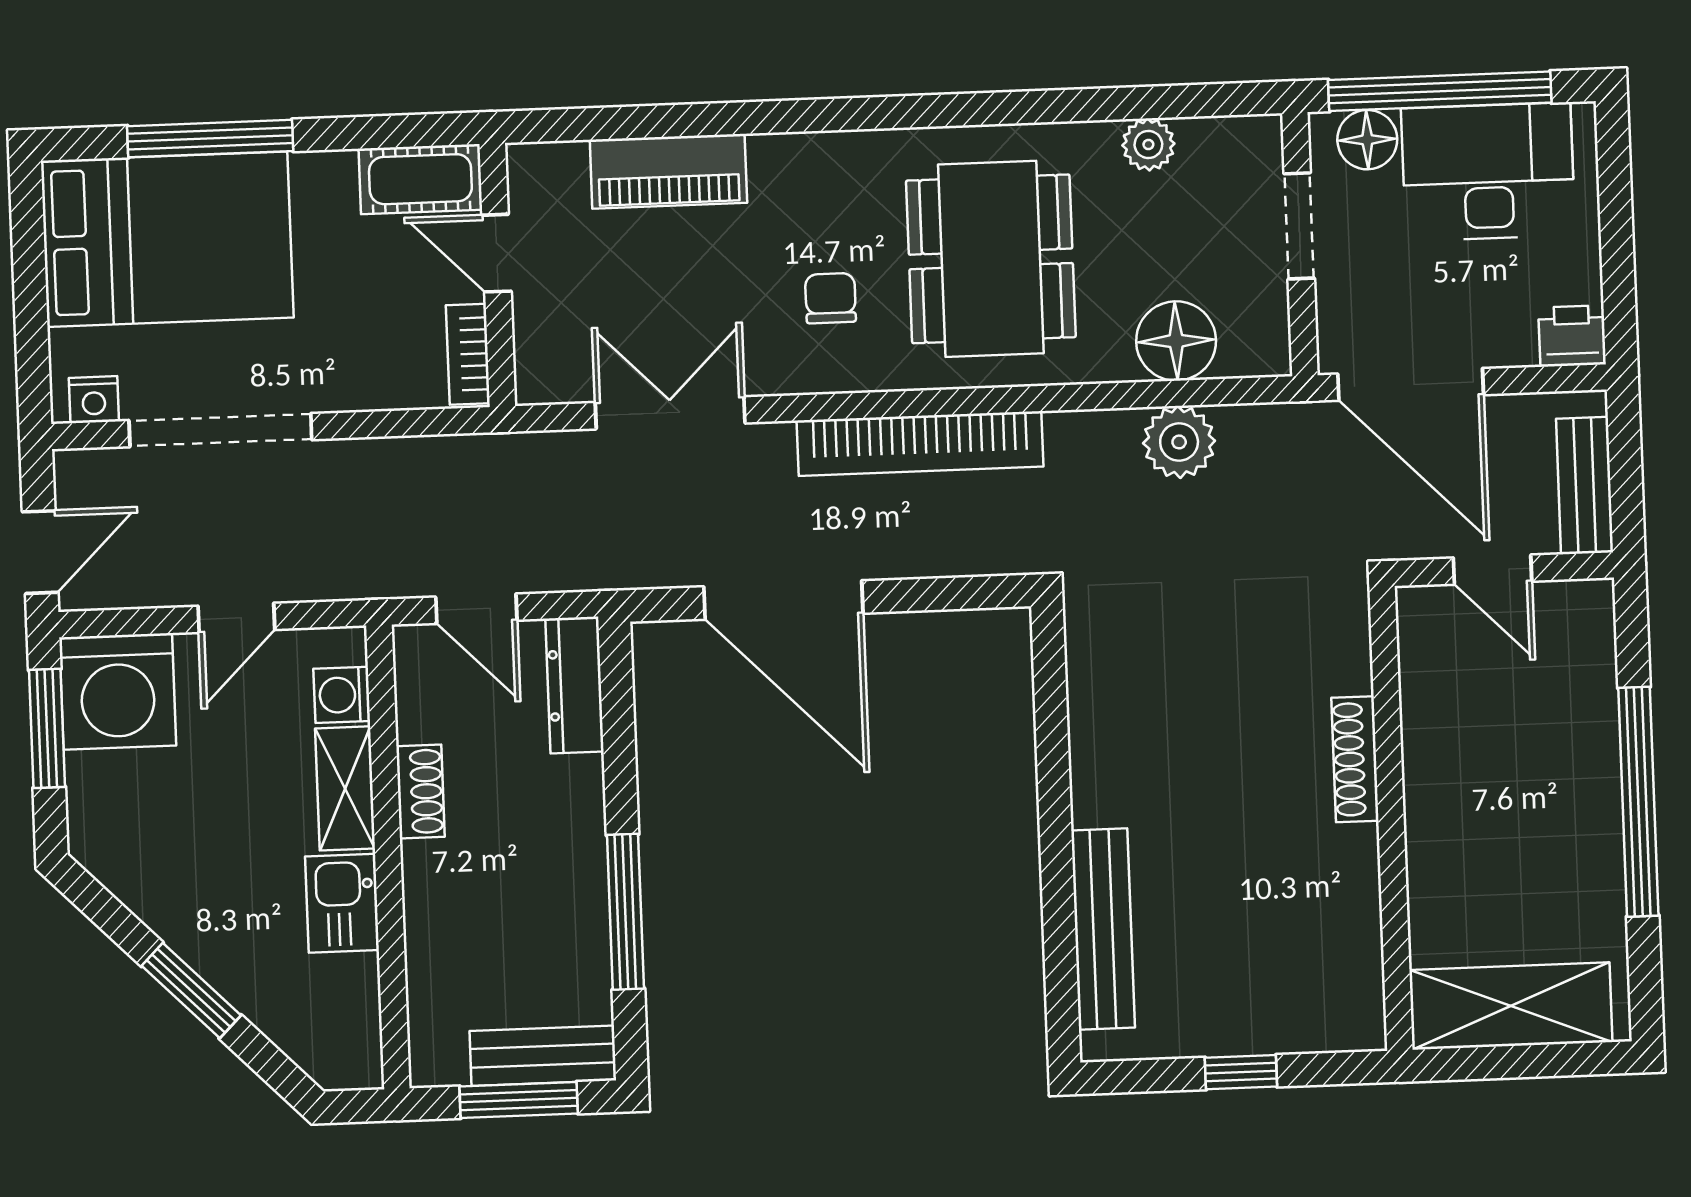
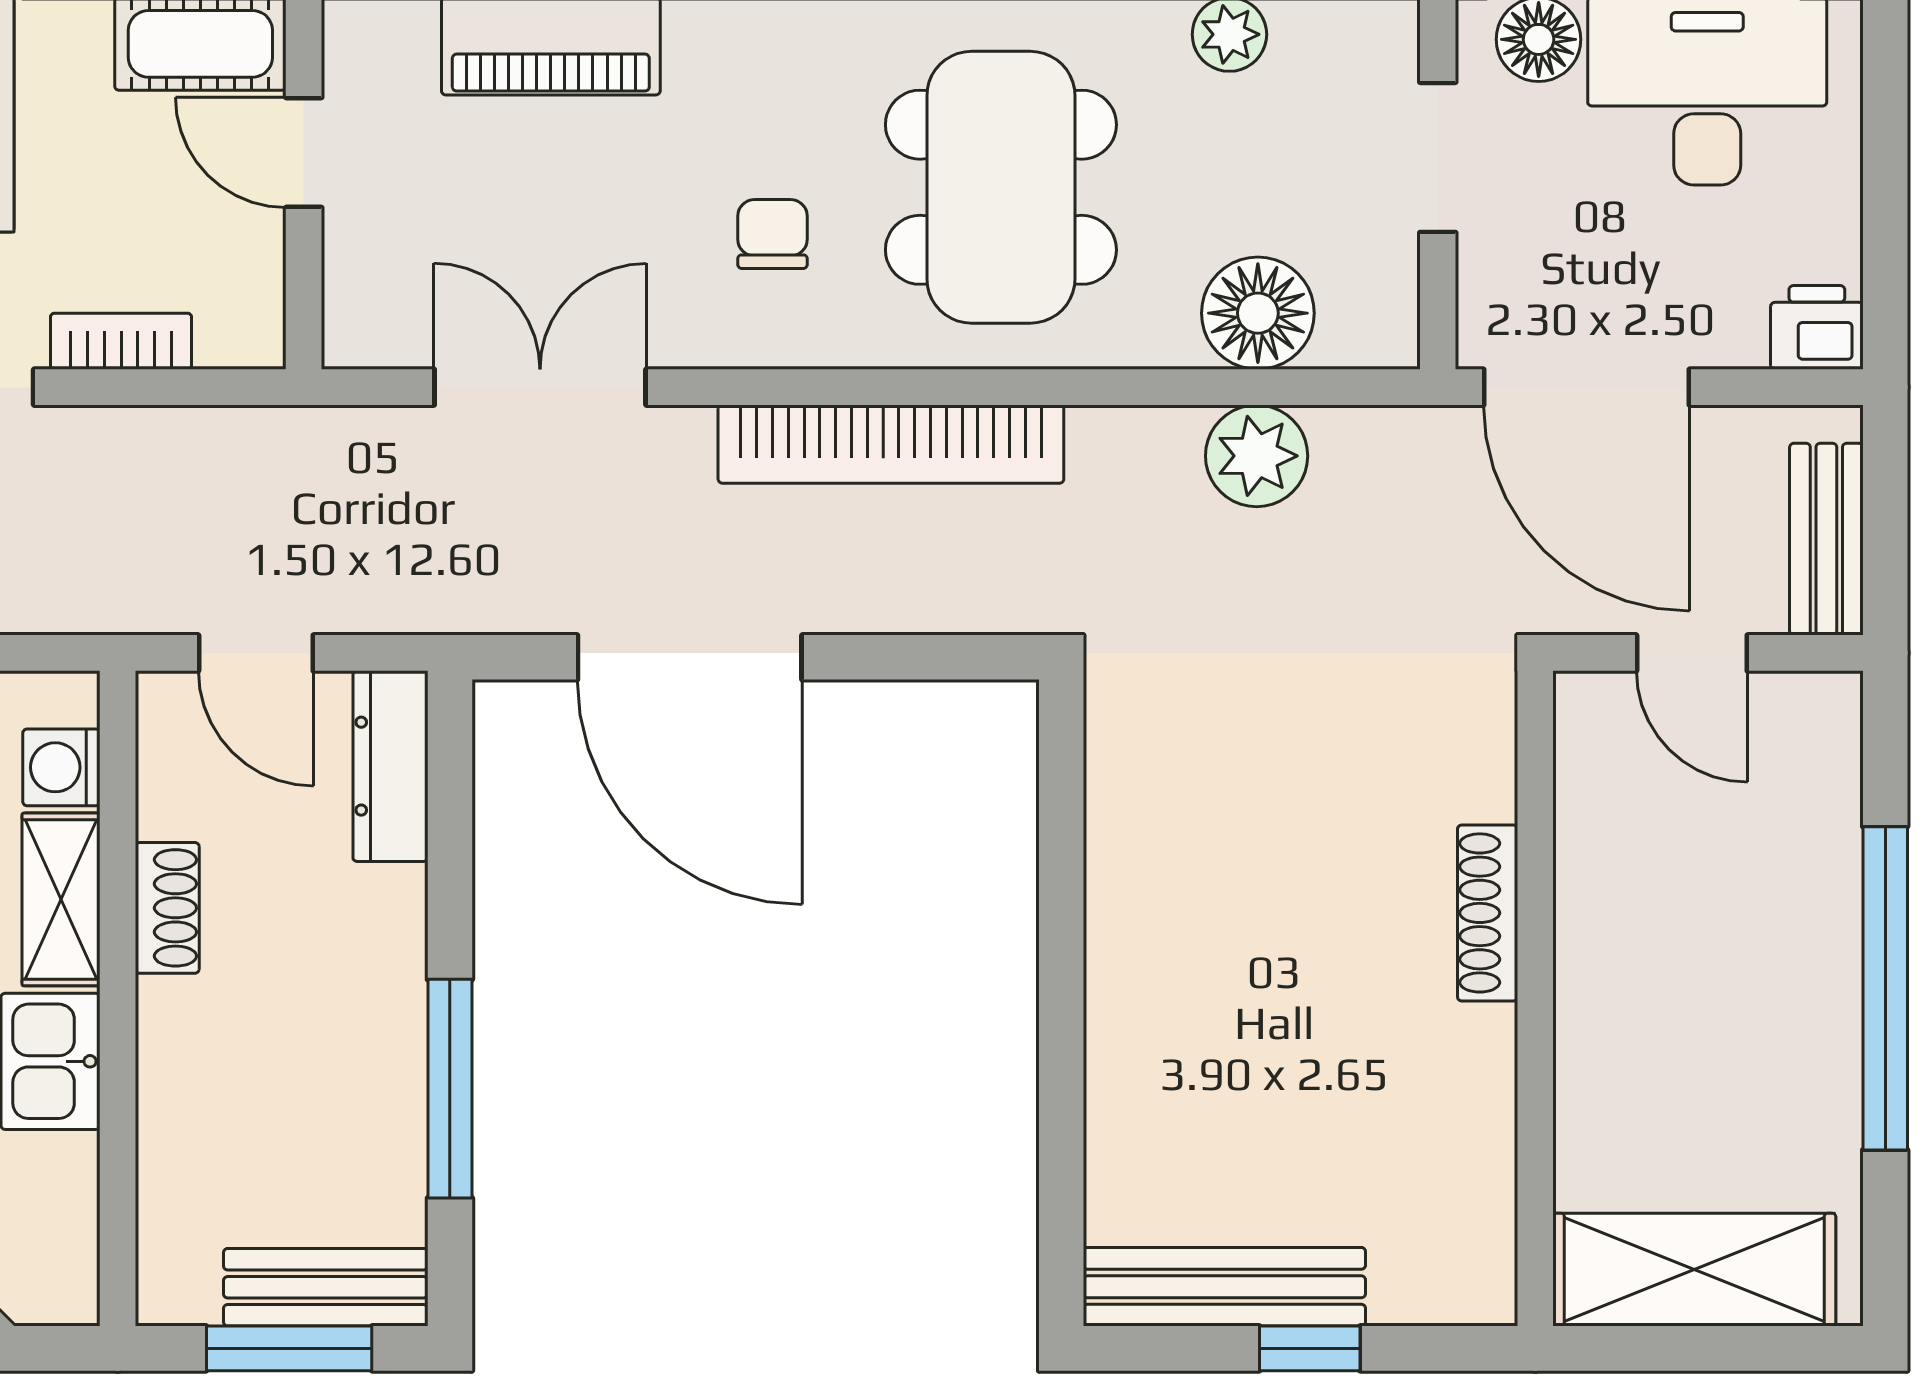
bookcase: (468, 354) -> (121, 341), moved, turned 90
bench: (1103, 929) -> (1224, 1287), moved, turned 90

